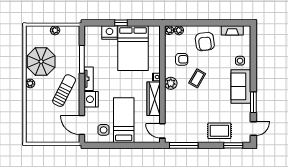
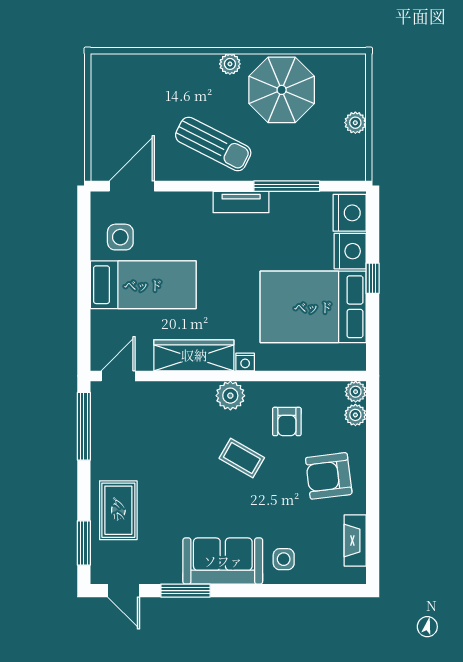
nightstand: (91, 99) -> (350, 213), moved, turned 90

